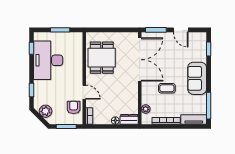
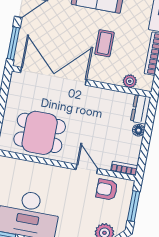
door: (84, 92) -> (87, 169), hinge flipped

